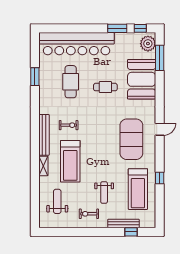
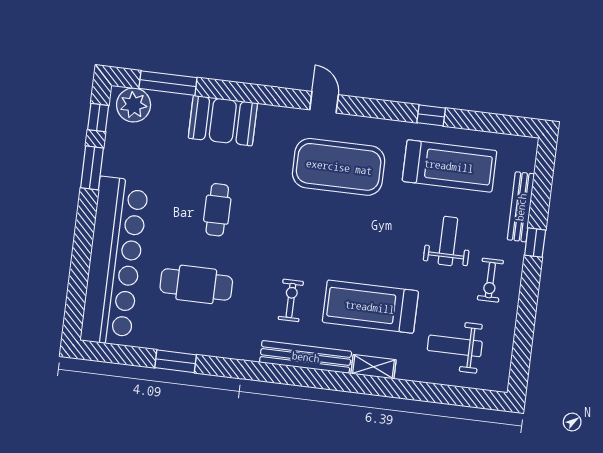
booth: (142, 79) -> (223, 121), width x0.73, depth x0.70
treadmill: (70, 161) -> (370, 307), turned 180
weight bench: (104, 192) -> (448, 241), turned -90
window: (131, 232) -> (535, 243), moved

